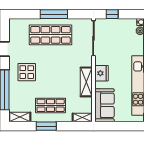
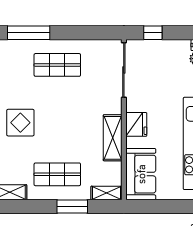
window: (54, 14) -> (29, 33), moved
shop shelf: (51, 35) -> (57, 65), width x0.70, depth x0.74
window: (46, 126) -> (72, 206), moved

